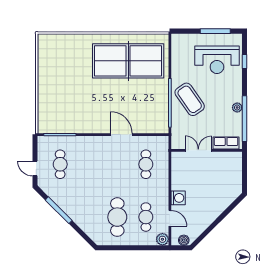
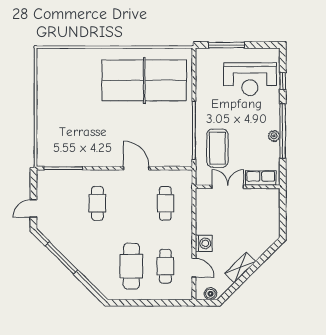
window: (215, 31) -> (226, 45), moved
coffee table: (190, 99) -> (217, 148), moved, turned 35
window: (244, 119) -> (283, 131), moved
cafe table: (60, 164) -> (97, 203), moved
door: (35, 169) -> (33, 208), hinge flipped
shelving: (209, 218) -> (240, 268), added
plant: (162, 239) -> (185, 293), removed

